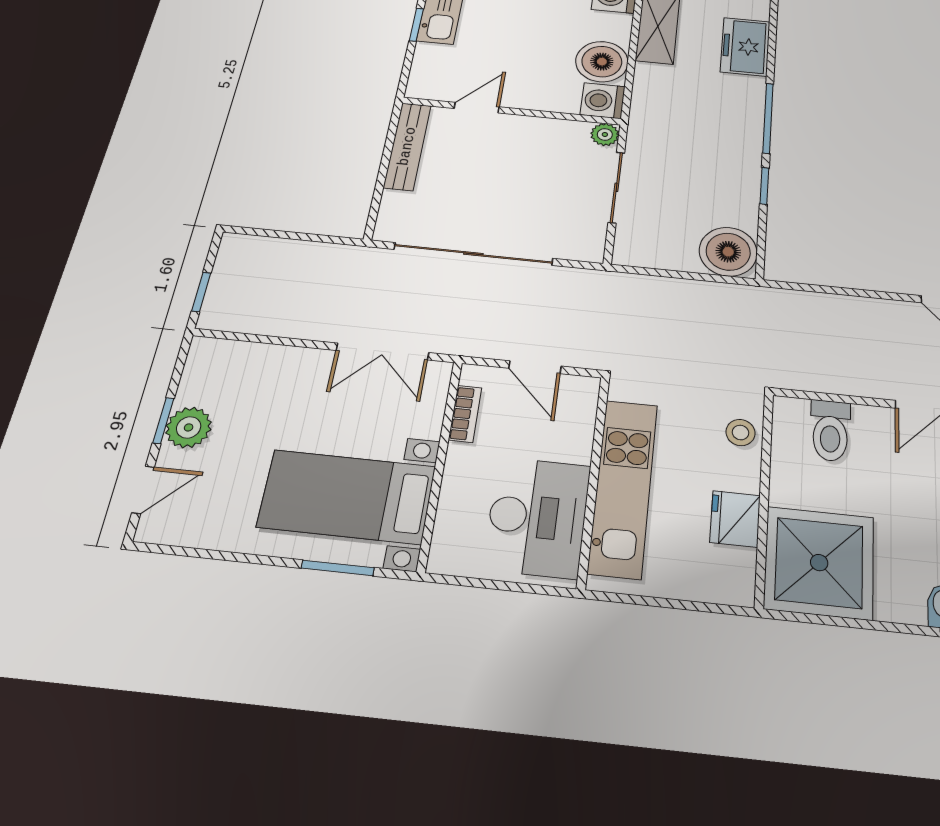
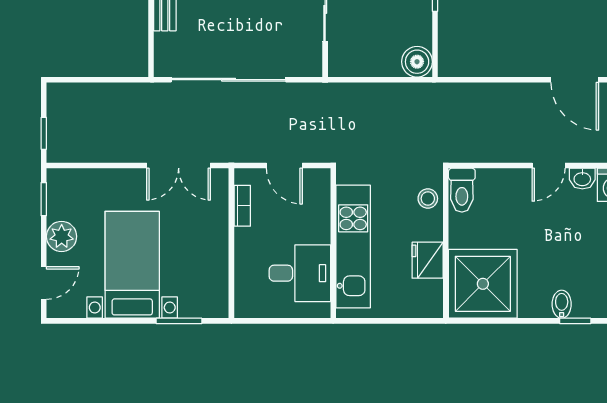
boiler: (728, 252) -> (417, 62), width x0.73, depth x0.73
window: (163, 421) -> (44, 199), moved
toilet: (830, 431) -> (462, 190), moved
bed with nightstands: (347, 497) -> (132, 265), moved, turned 90
desk: (537, 517) -> (300, 273), width x0.73

